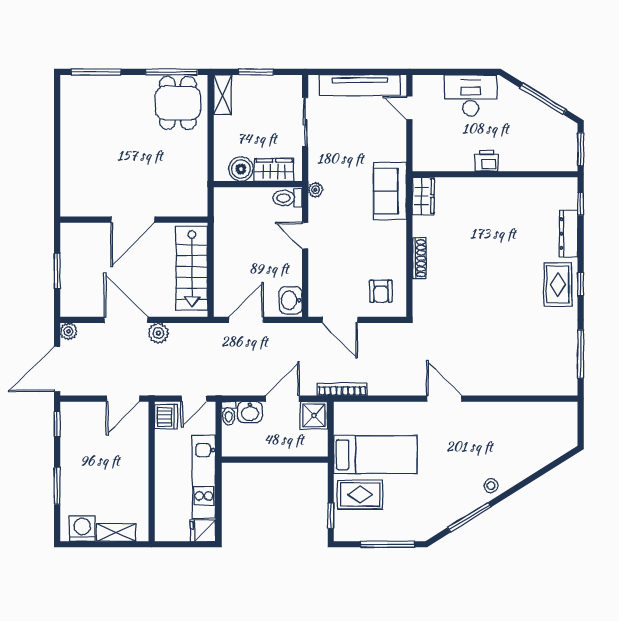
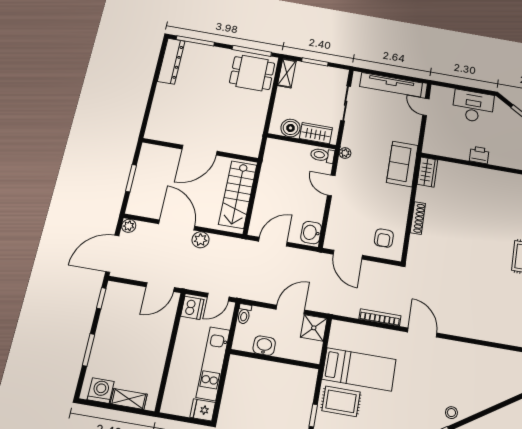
dining table: (178, 103) -> (252, 73), turned 90
dresser: (71, 106) -> (171, 61), added
bookcase: (342, 389) -> (380, 317), moved
washbasin: (250, 412) -> (264, 346), moved, turned 180

